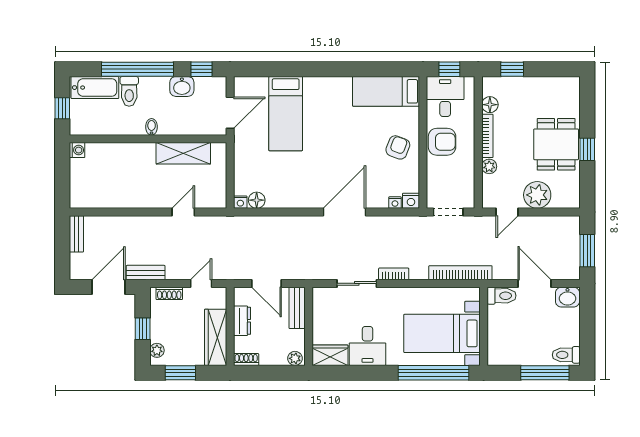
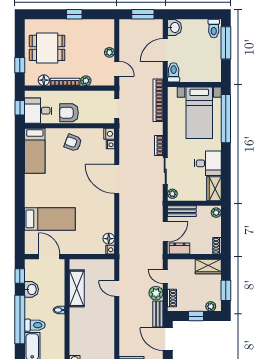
armchair: (442, 142) -> (69, 113), turned -90
dining table: (556, 144) -> (47, 48), moved
plant: (537, 195) -> (109, 52), width x0.53, depth x0.53
plant: (176, 270) -> (156, 293), added
plant: (323, 294) -> (172, 194), added
dresser: (242, 321) -> (179, 249), moved
wardrobe: (216, 337) -> (208, 266), width x0.67

